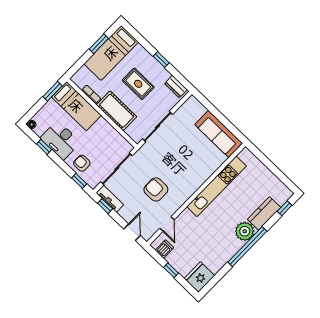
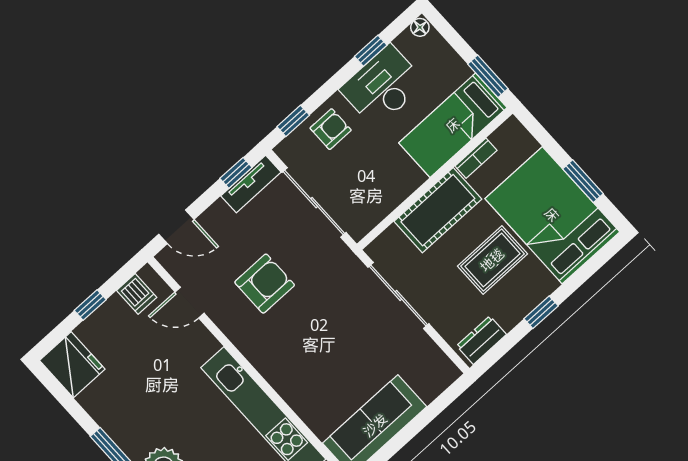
bed: (111, 53) -> (552, 215), width x1.50

